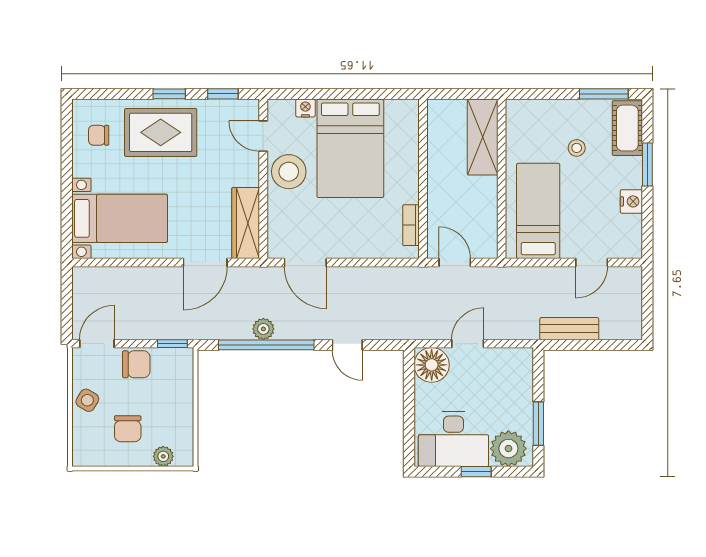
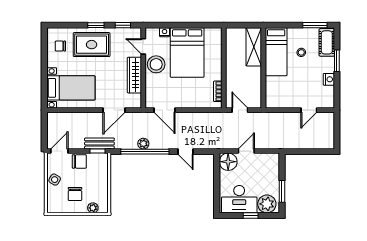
bed: (538, 211) -> (276, 52), moved, turned 180
wardrobe: (246, 223) -> (134, 75), moved
bench: (569, 329) -> (99, 143), moved

